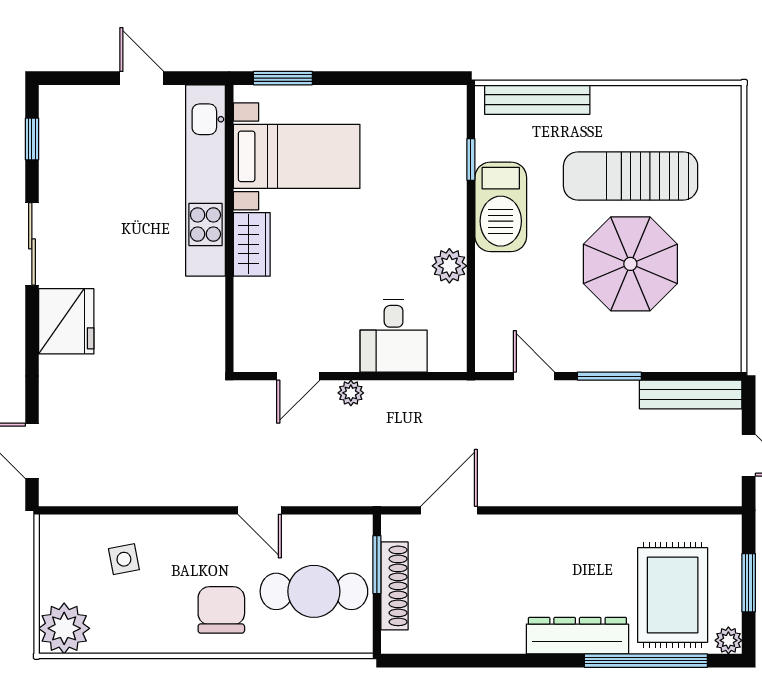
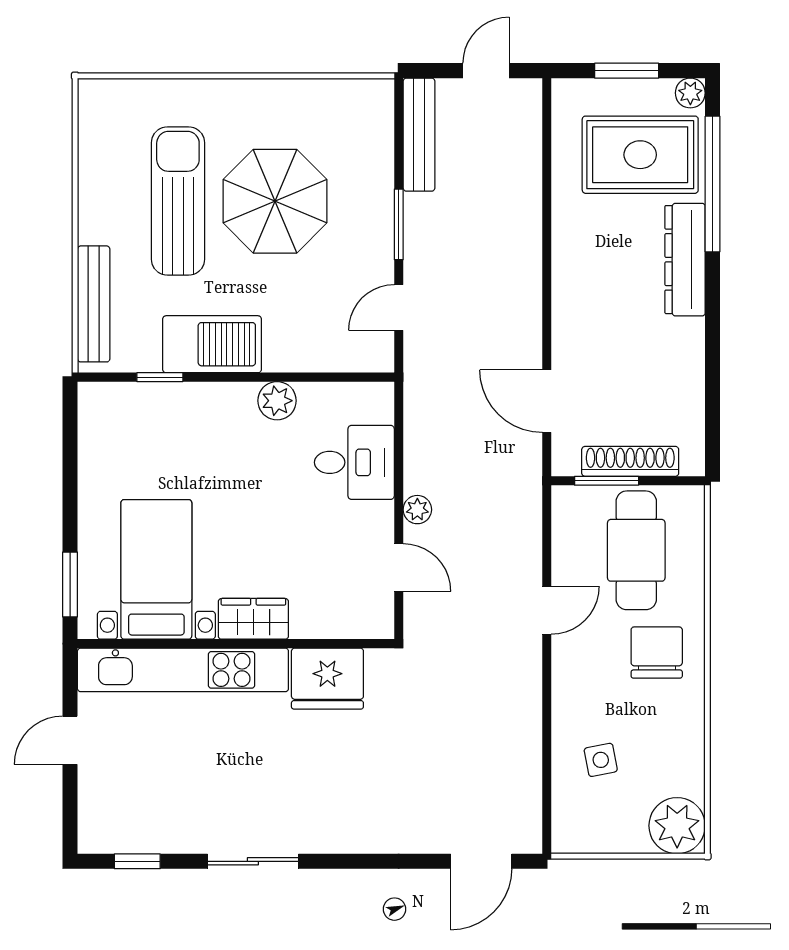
sun lounger: (631, 176) -> (178, 201), turned 180
fridge: (66, 321) -> (327, 679), moved, turned 180
chair: (221, 610) -> (657, 652), turned 90

